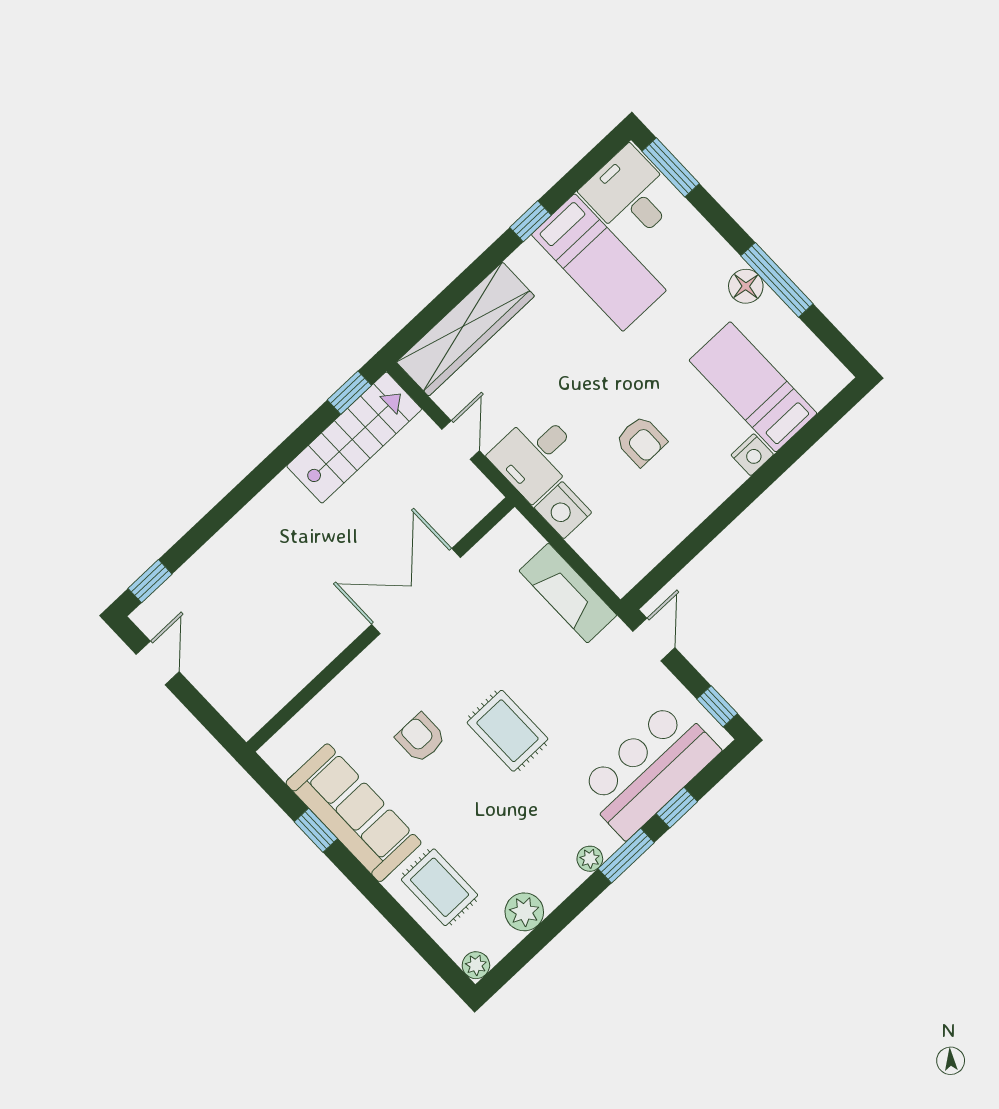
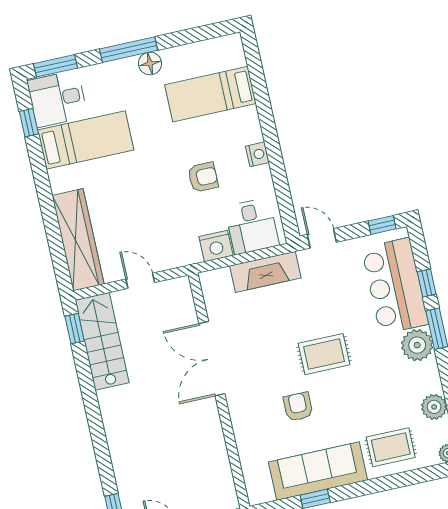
window: (530, 221) -> (29, 123), moved
window: (777, 280) -> (129, 50), moved
nightstand: (752, 455) -> (257, 154), moved
desk: (535, 456) -> (252, 226), moved
armchair: (421, 738) -> (298, 407), turned 90
plant: (590, 859) -> (417, 345), width x1.87, depth x1.87

